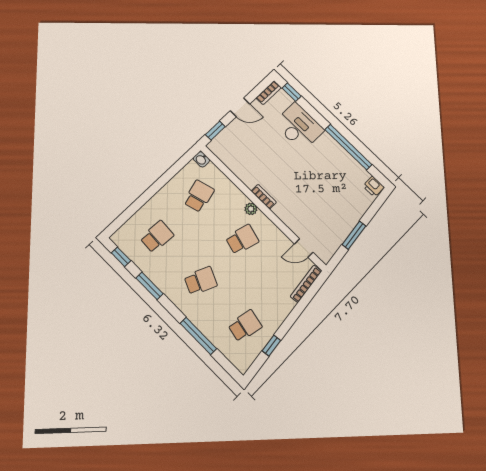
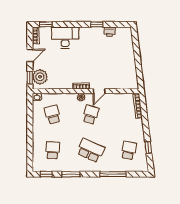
plant: (227, 141) -> (40, 77), added
window: (348, 147) -> (97, 24), width x0.32
printer: (373, 187) -> (110, 32), moved
window: (354, 235) -> (138, 63), removed
door: (304, 248) -> (99, 91), moved
school desk: (201, 281) -> (91, 150), width x1.85

